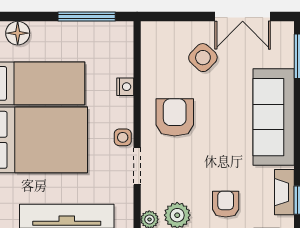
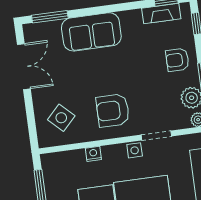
side table: (203, 58) -> (61, 118), moved
sofa: (274, 117) -> (91, 32), width x0.73

